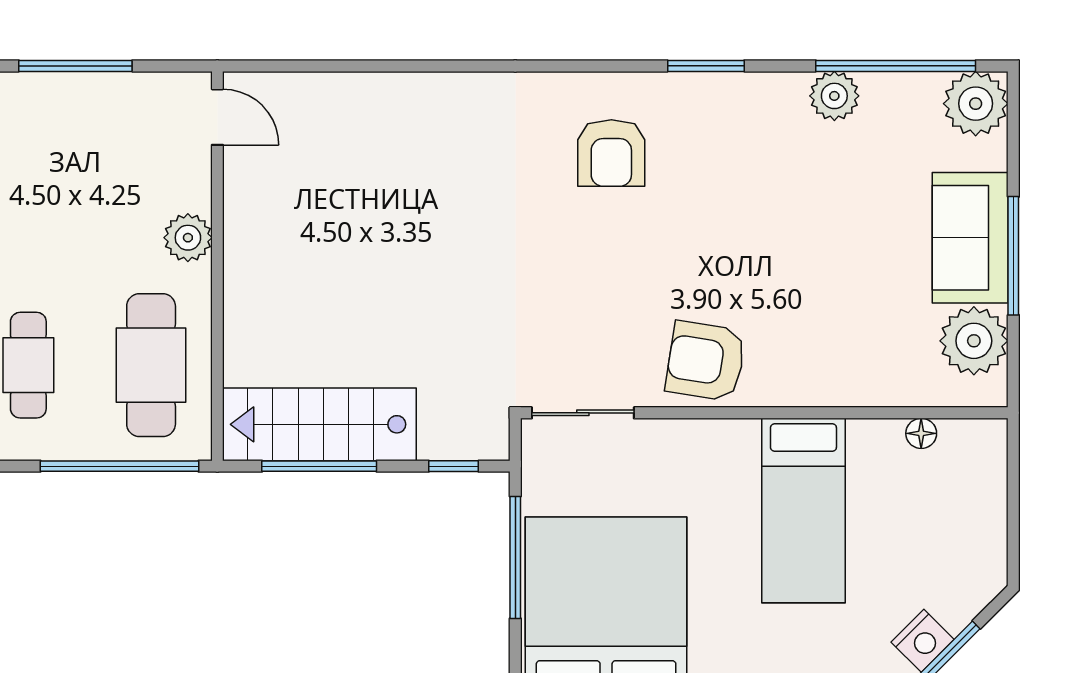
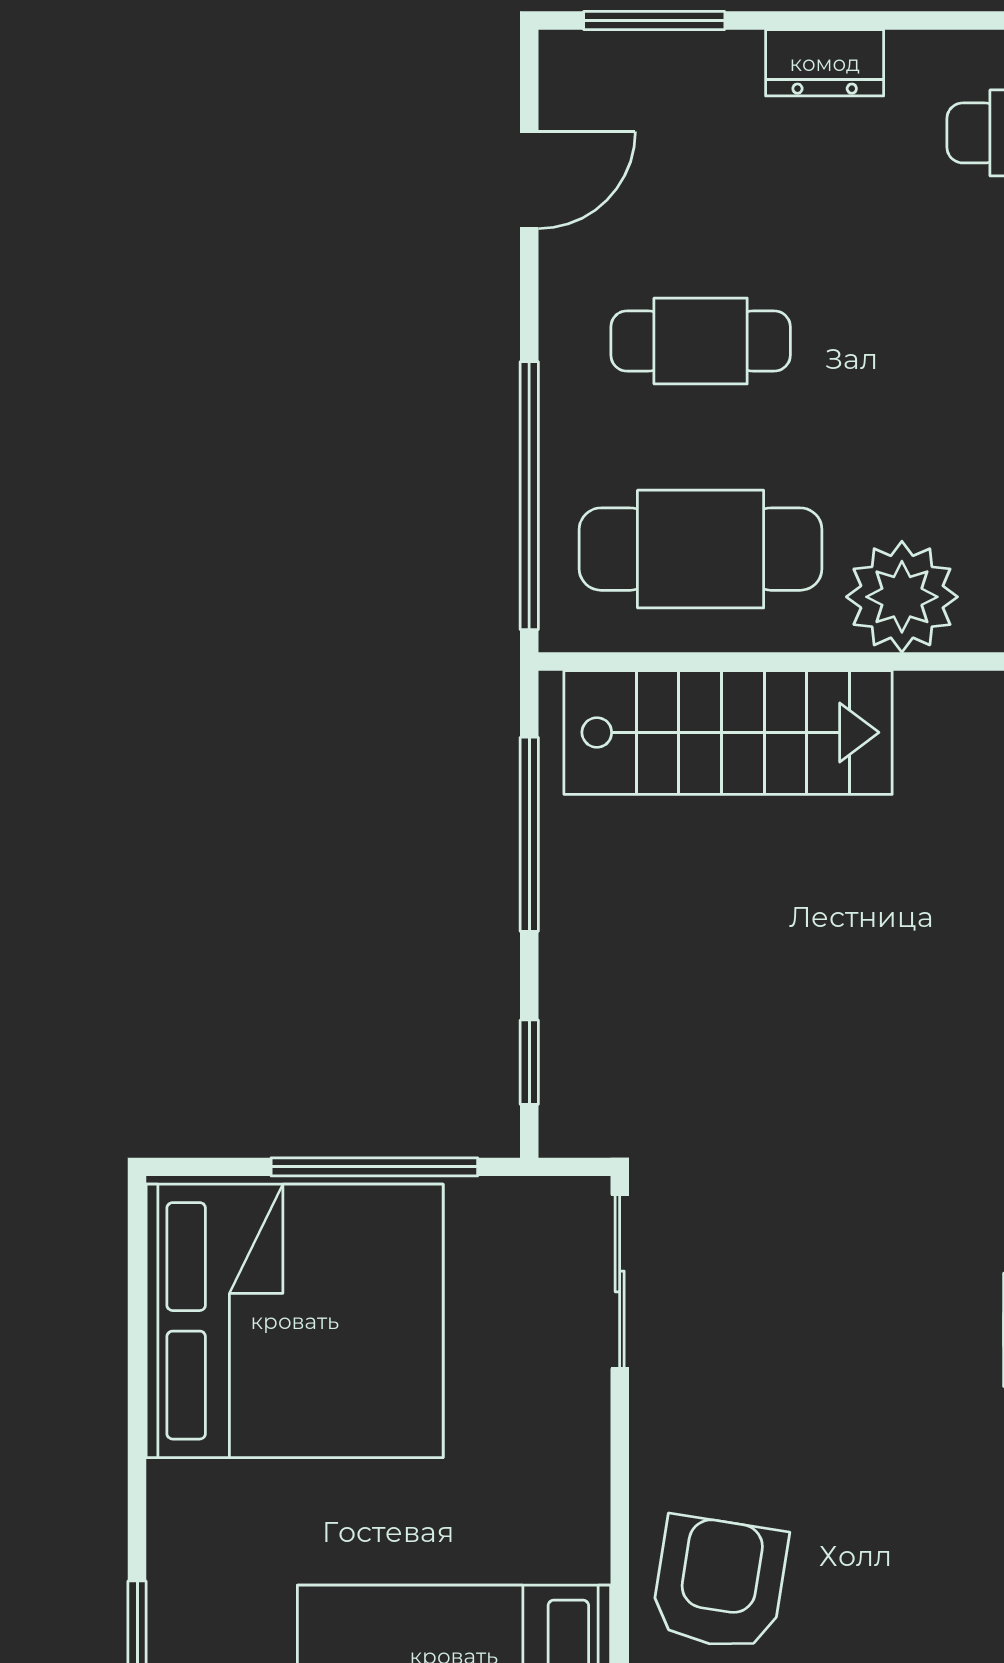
plant: (188, 238) -> (902, 597), width x1.36, depth x1.36
armchair: (706, 361) -> (720, 1583), moved
stairs: (319, 424) -> (728, 732), moved, turned 90

